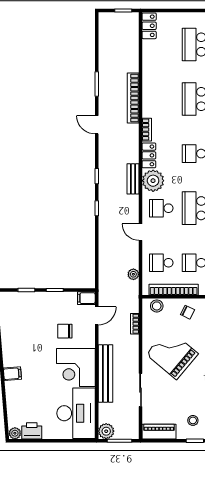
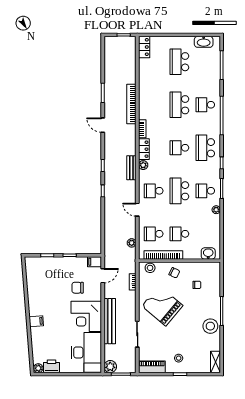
plant: (153, 181) -> (143, 165), width x0.53, depth x0.53

